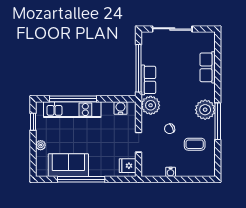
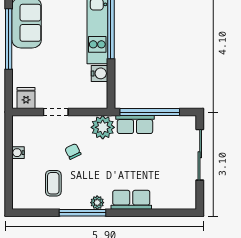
row of seats: (208, 67) -> (131, 200), moved
water cooler: (121, 108) -> (99, 73), moved
plant: (205, 110) -> (97, 203), width x0.53, depth x0.53

